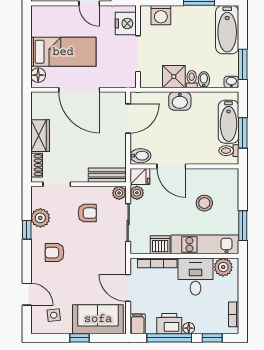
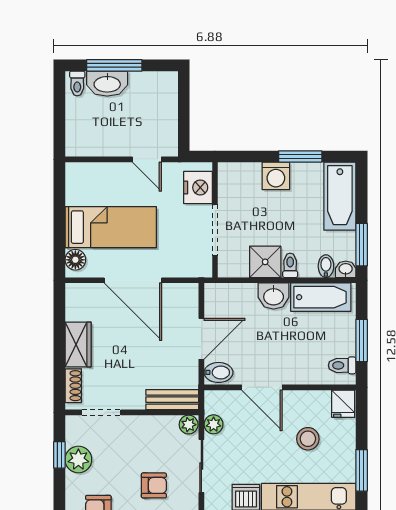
washing machine: (161, 15) -> (276, 176), moved
bidet: (204, 80) -> (326, 266), moved
door: (128, 118) -> (201, 339), moved
bathtub: (229, 122) -> (321, 297), moved, turned -90
fridge: (140, 176) -> (343, 404), moved, turned 90
armchair: (87, 213) -> (154, 485), moved
window: (27, 230) -> (59, 455), moved

